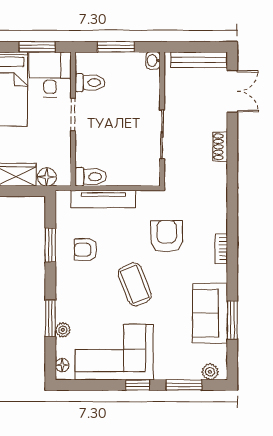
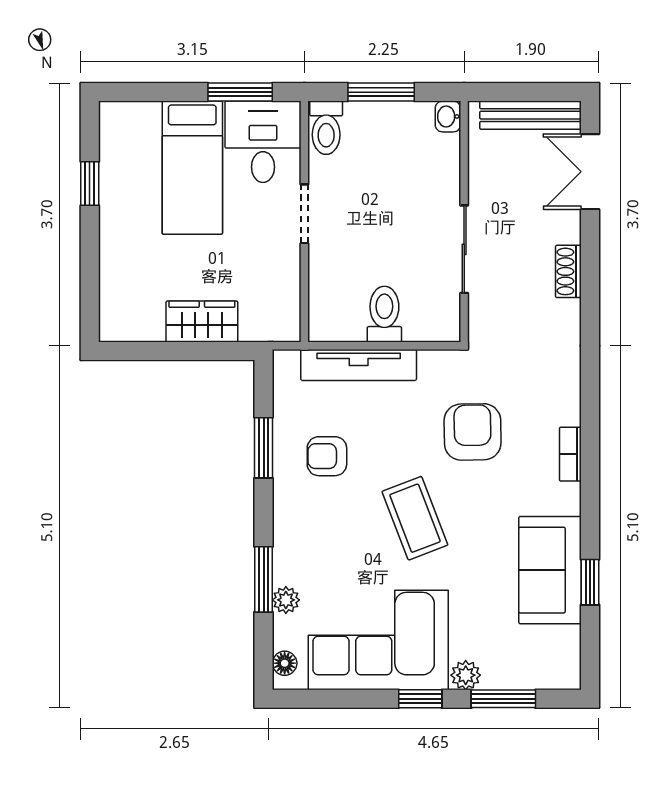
toilet: (90, 83) -> (326, 128), moved, turned 90
double door: (232, 91) -> (590, 172), swing flipped
floor lamp: (47, 177) -> (257, 326), removed
toilet: (91, 177) -> (384, 314), moved, turned -90
window: (232, 320) -> (590, 582), width x0.67
plant: (210, 372) -> (466, 675), moved

